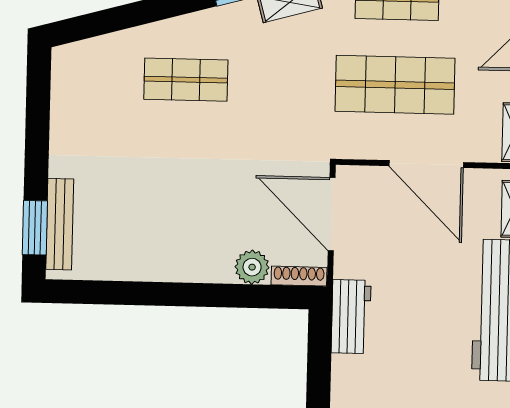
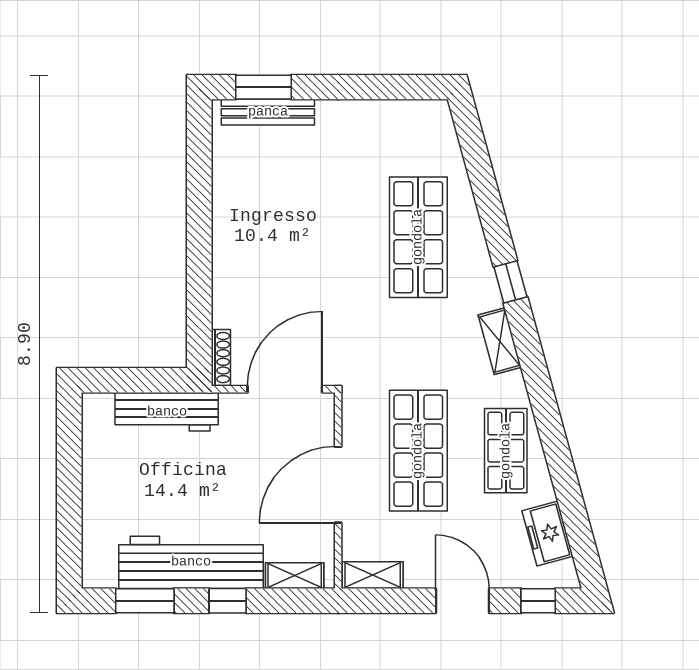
shop shelf: (186, 80) -> (418, 237), width x1.43, depth x1.36
plant: (252, 267) -> (229, 309), removed
workbench: (351, 317) -> (167, 412), width x1.37

